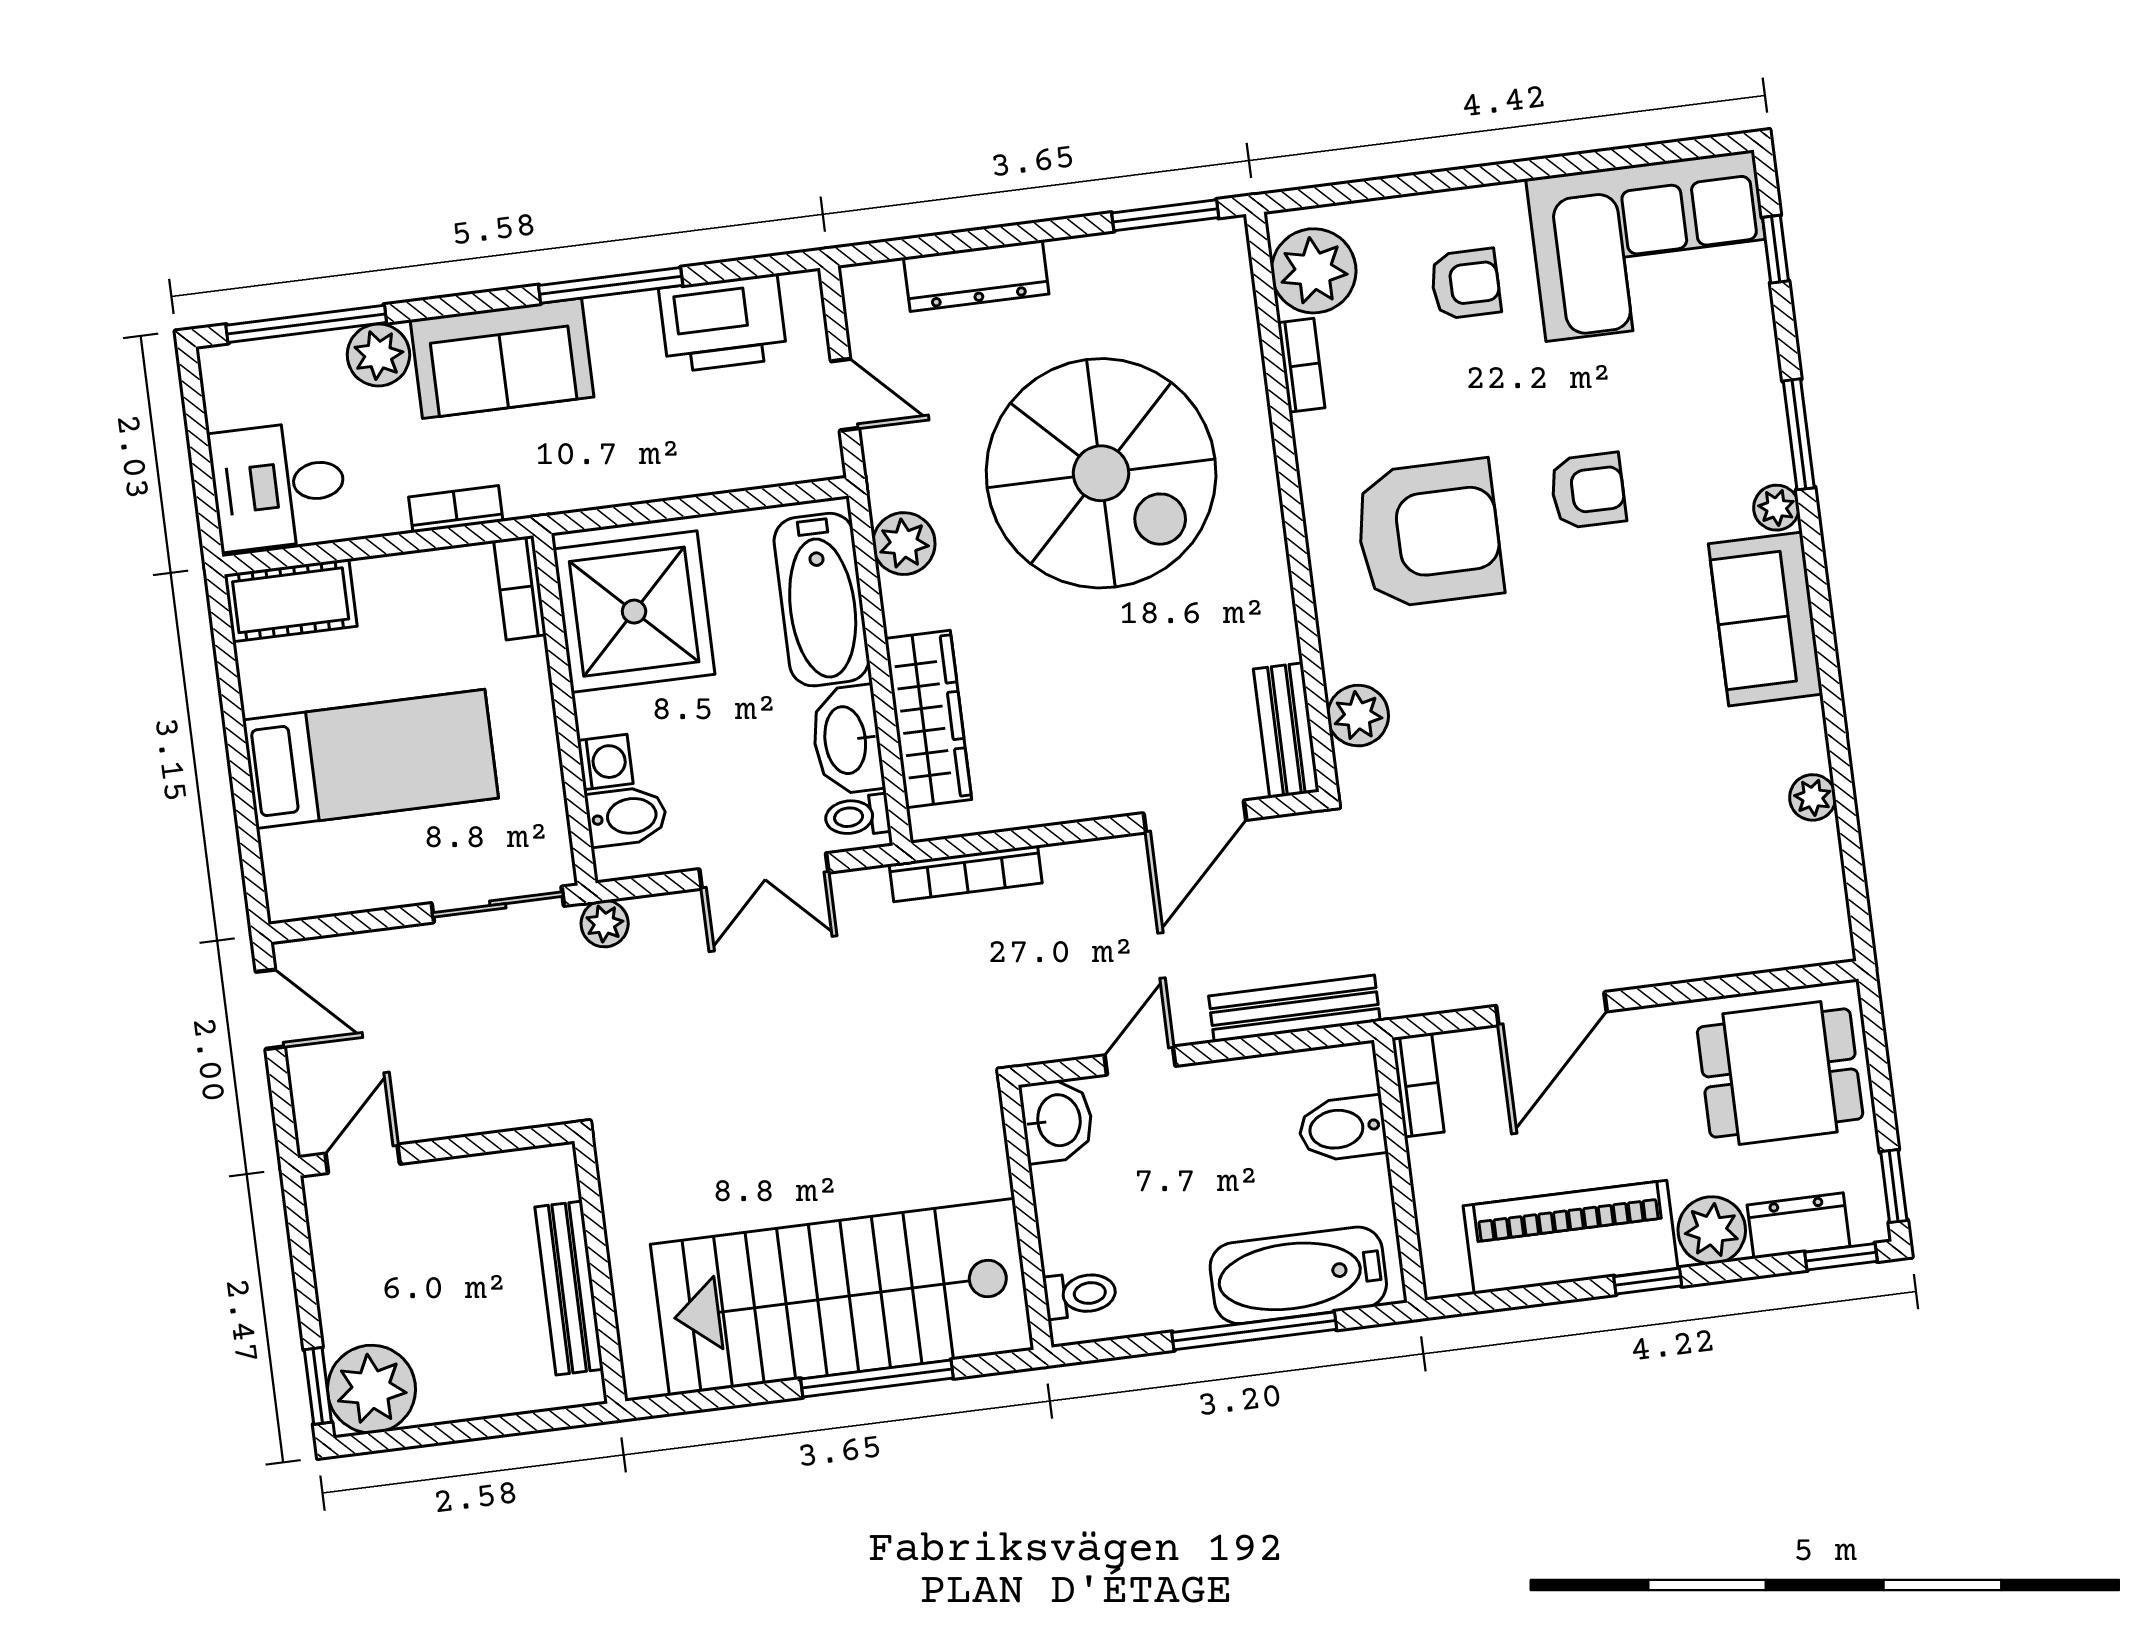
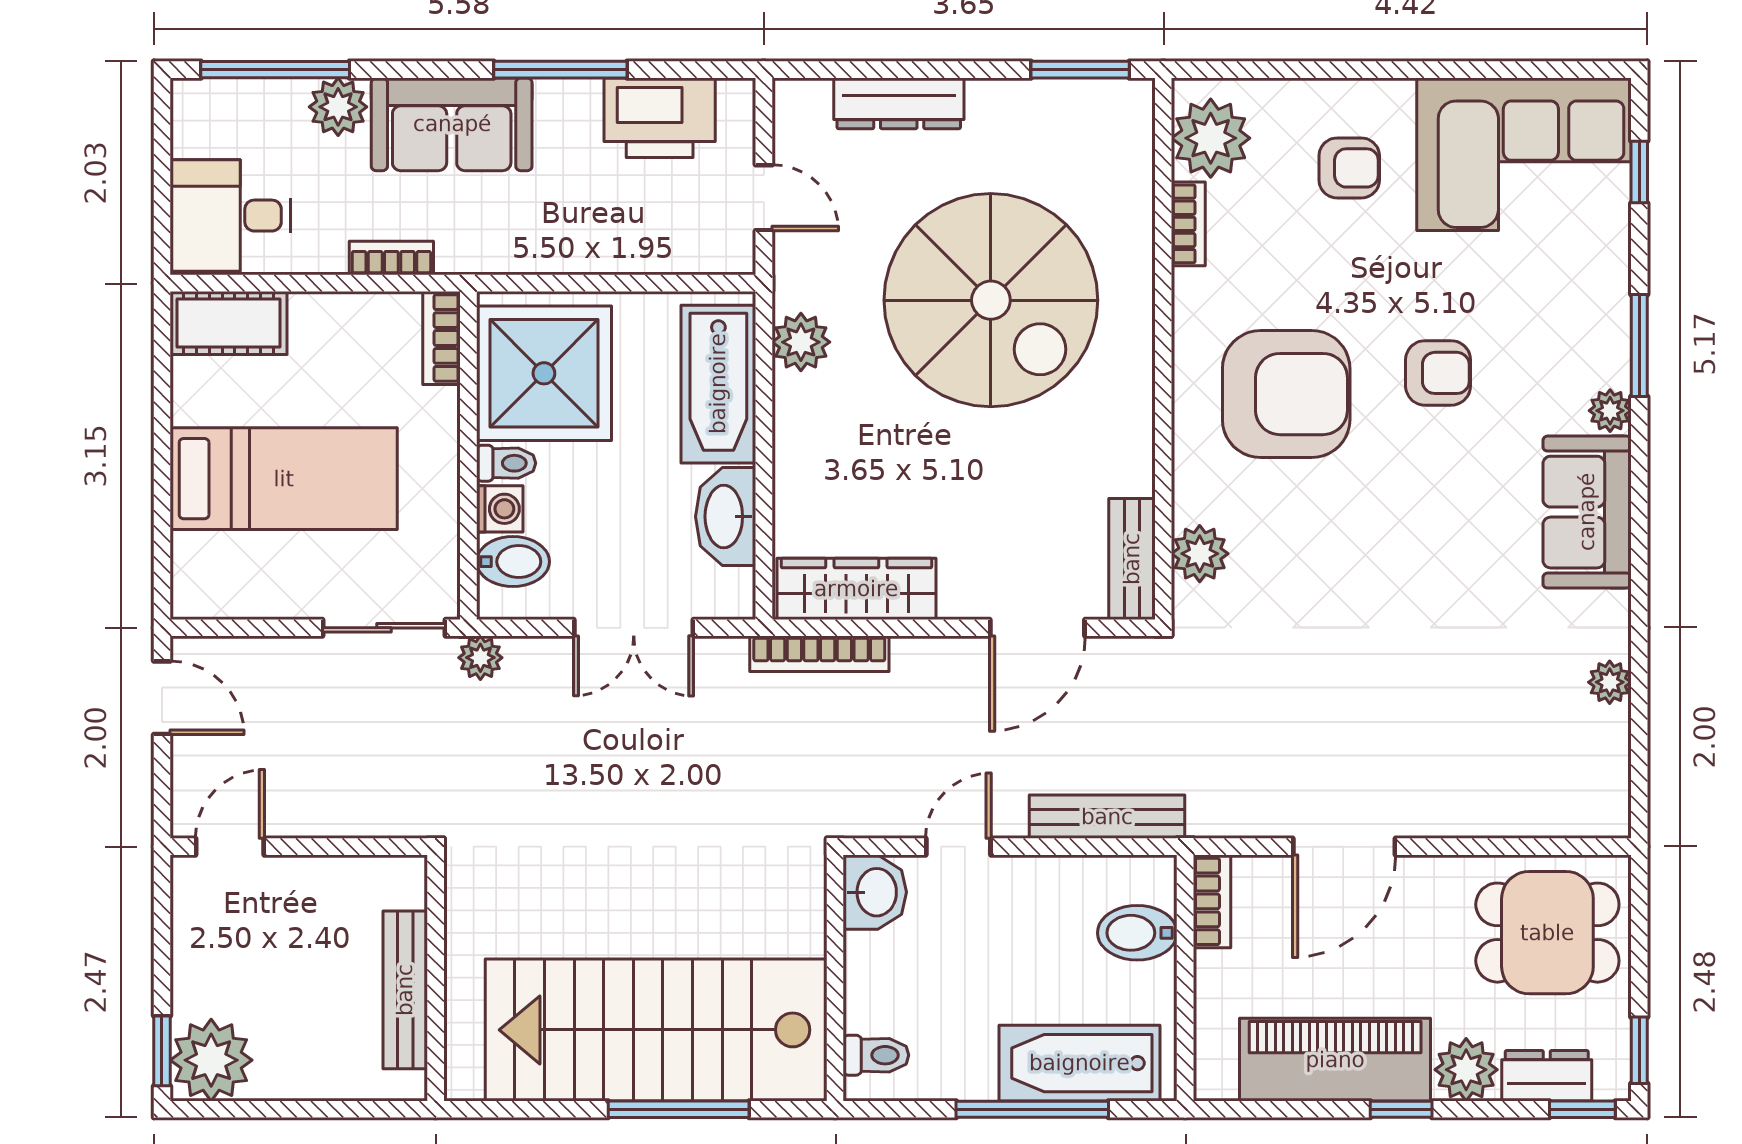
wardrobe: (928, 719) -> (856, 589), moved, turned -90
toilet: (857, 816) -> (506, 463), moved, turned 180

